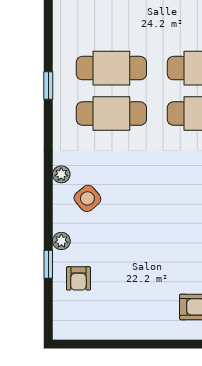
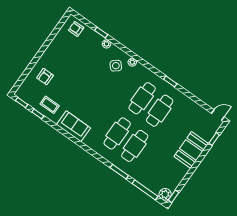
armchair: (78, 278) -> (76, 29), moved

